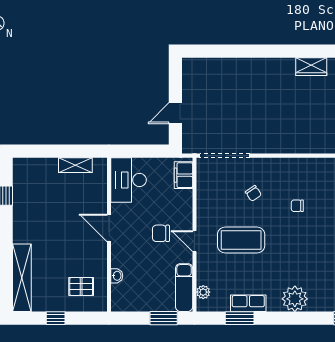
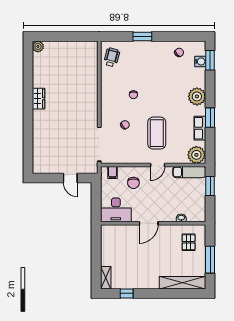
wardrobe: (311, 67) -> (38, 99), moved
shelving: (75, 165) -> (106, 278), moved
filing cabinet: (183, 175) -> (113, 172), width x0.50
chair: (161, 233) -> (133, 183), moved
plant: (203, 292) -> (196, 155), width x1.87, depth x1.87
window: (56, 318) -> (210, 260), width x2.17
window: (240, 318) -> (210, 118), moved

